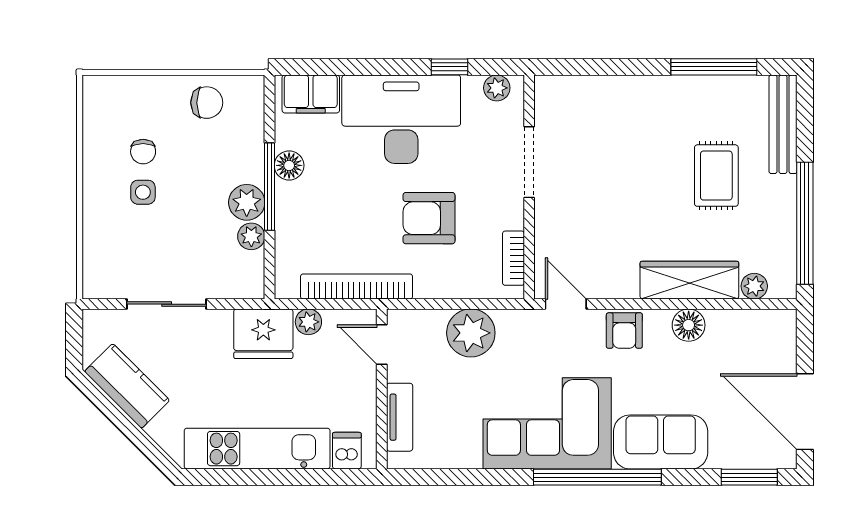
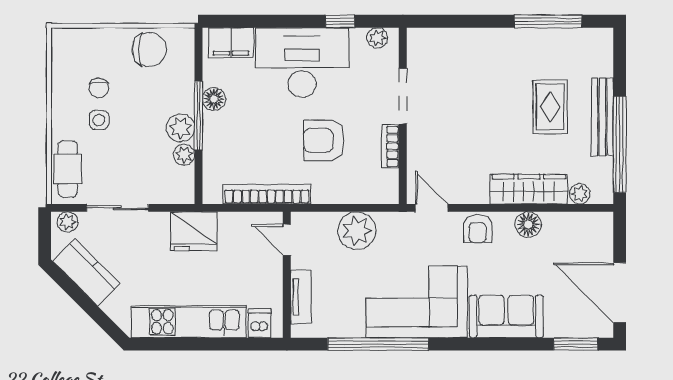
chair: (207, 103) -> (149, 49), width x1.37, depth x1.37
bench: (783, 124) -> (602, 117), moved
cafe table: (103, 254) -> (68, 169), added
bookcase: (513, 258) -> (390, 146), moved
plant: (308, 322) -> (68, 222), moved
window: (597, 477) -> (378, 344), moved

